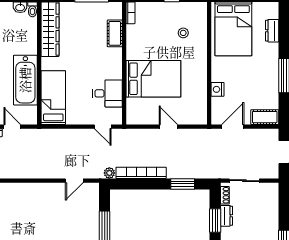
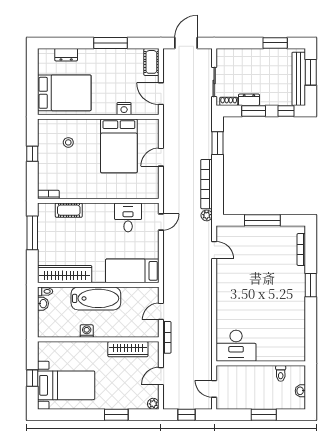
bed: (153, 79) -> (119, 146), moved, turned 180
bathtub: (25, 80) -> (96, 298), moved

